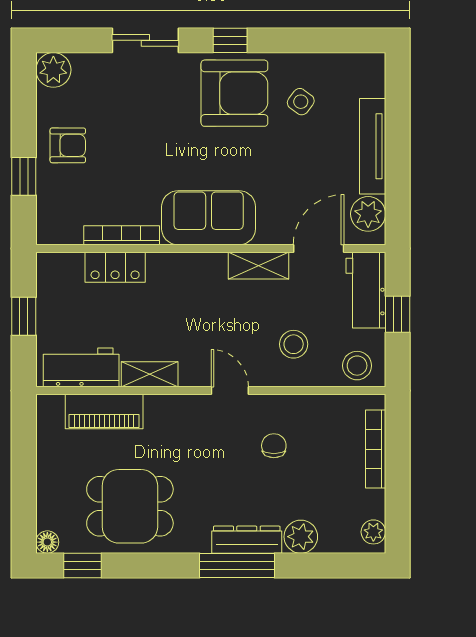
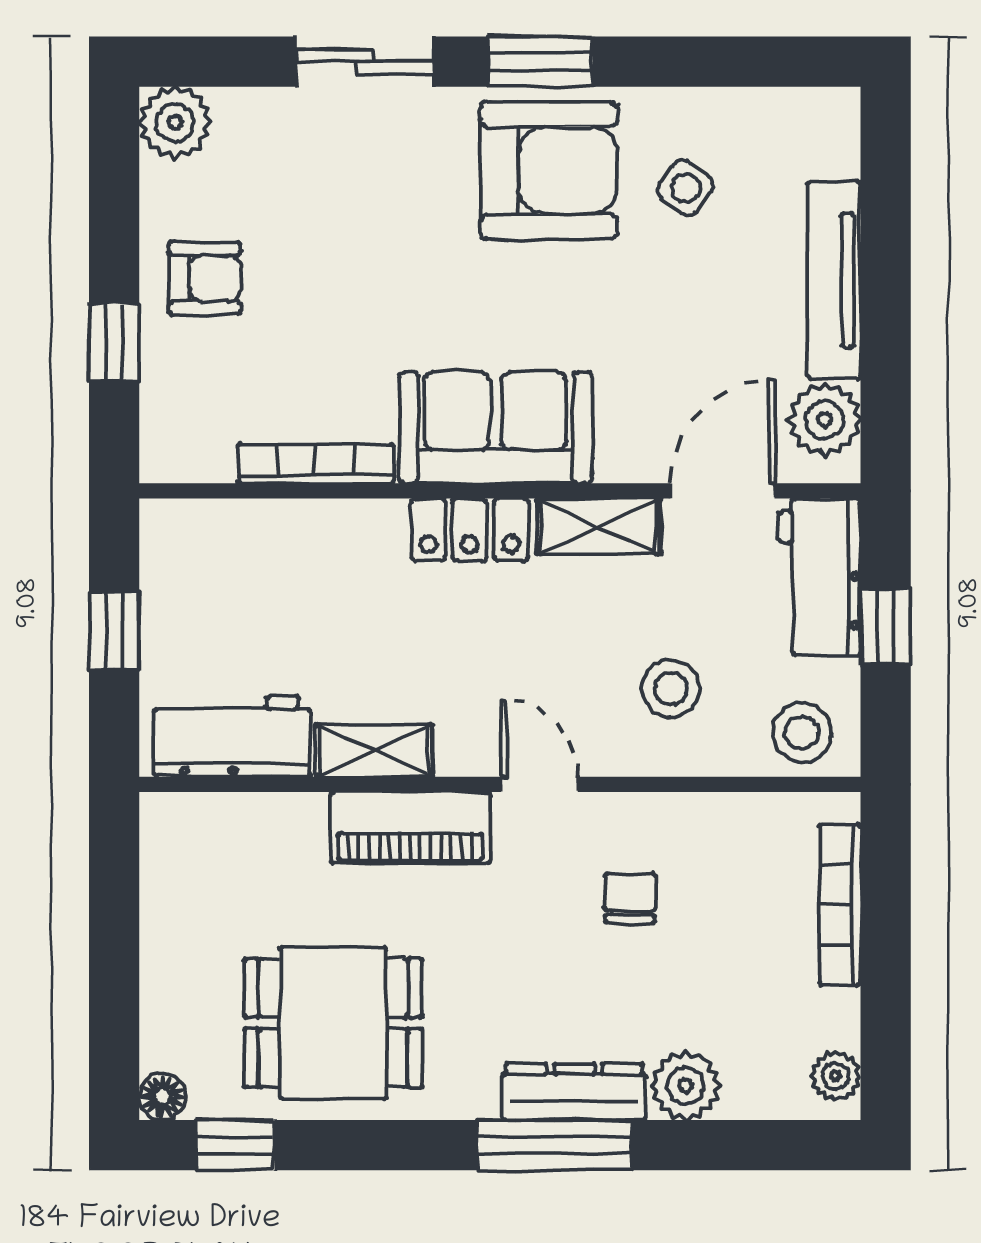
window: (230, 40) -> (540, 62), width x1.50
locker: (115, 267) -> (470, 530), moved
piano: (104, 412) -> (410, 828), moved

